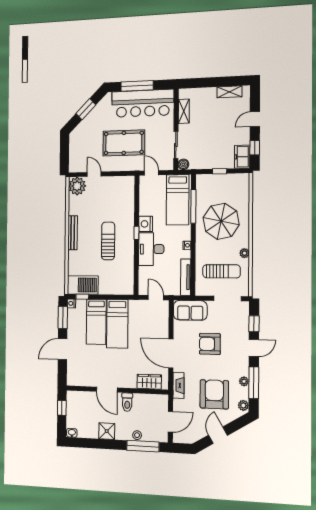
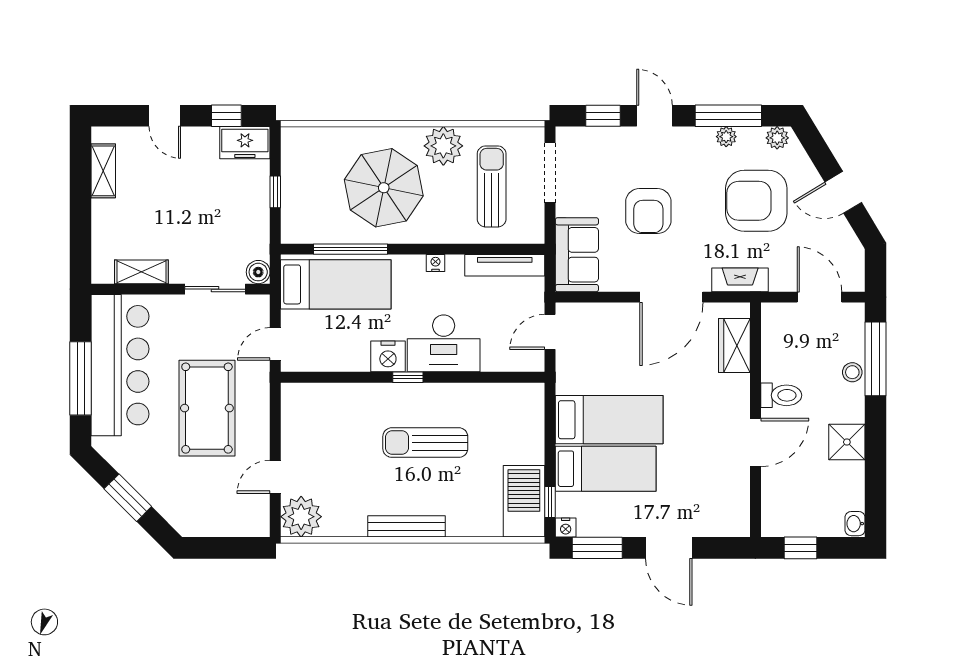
plant: (244, 253) -> (443, 146), width x1.87, depth x1.87

